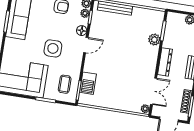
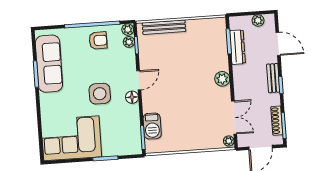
floor lamp: (82, 31) -> (132, 97), moved
plant: (154, 40) -> (222, 79), moved
dresser: (165, 62) -> (238, 47), moved
coffee table: (65, 84) -> (124, 134), removed

